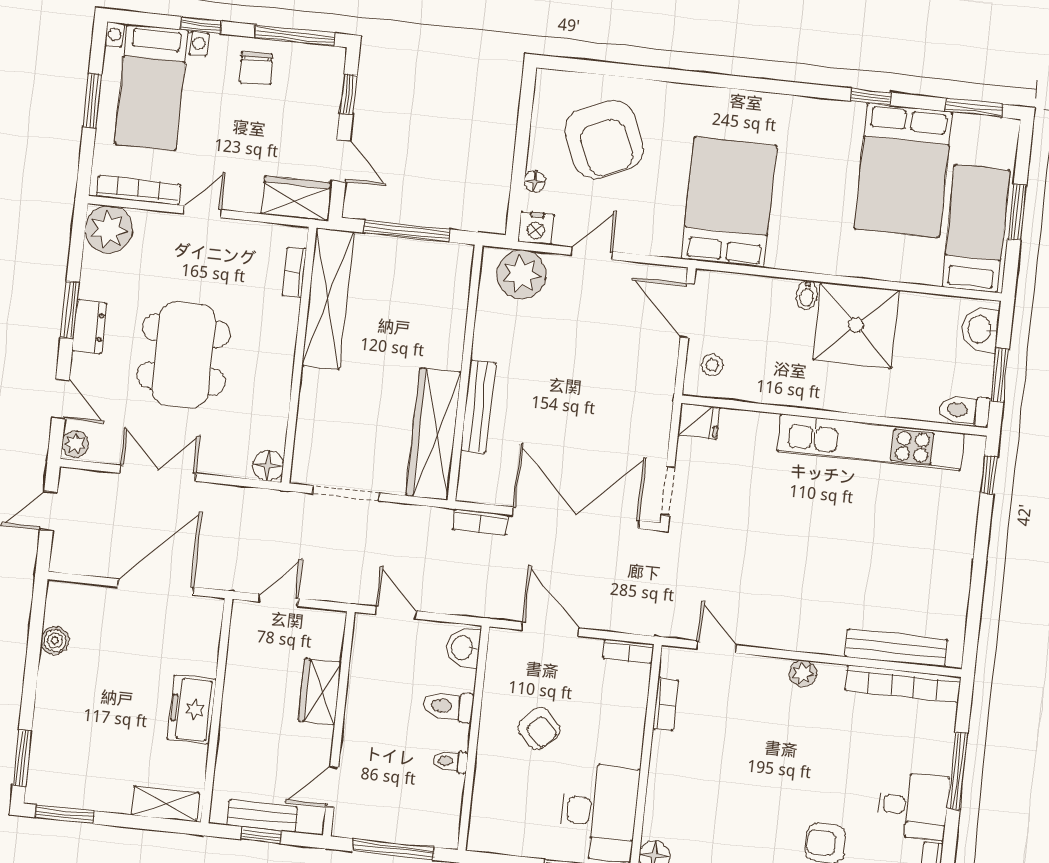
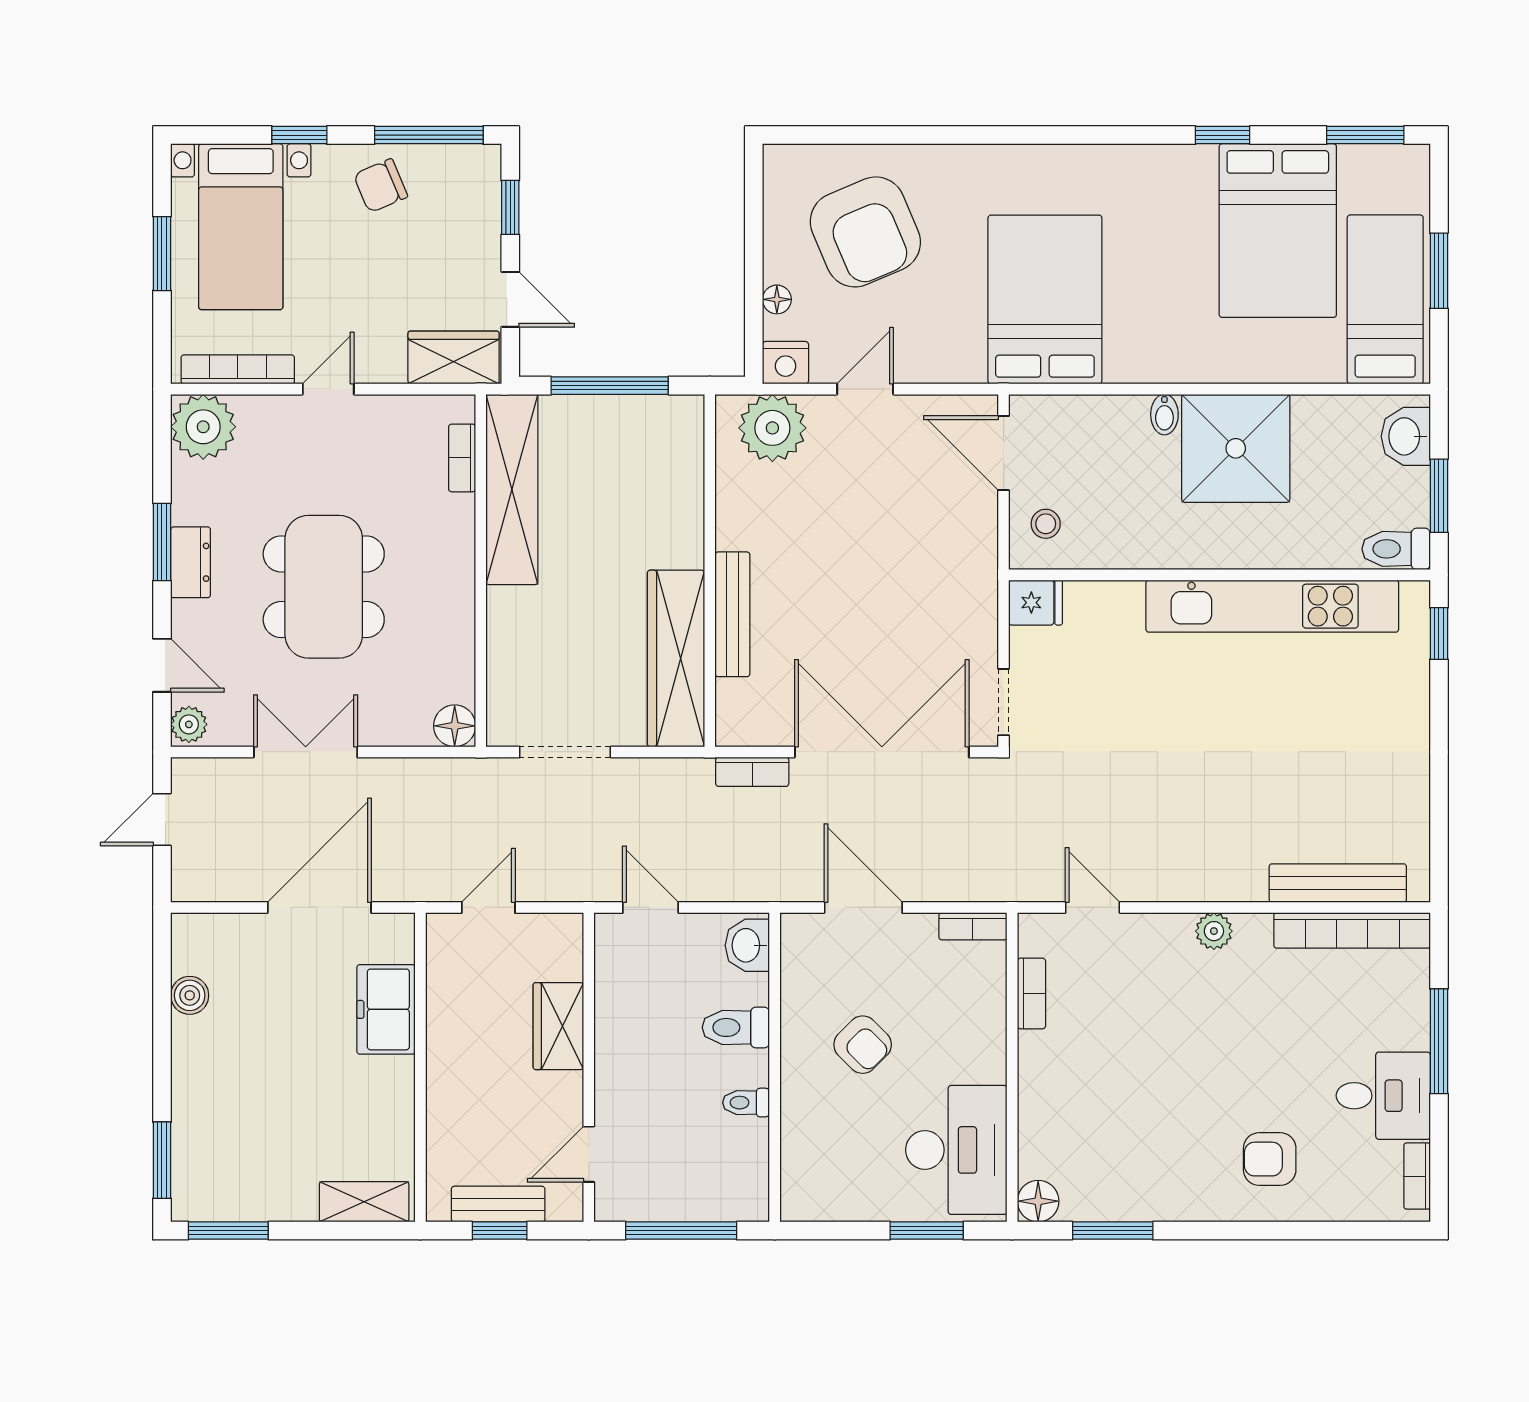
chair: (256, 68) -> (381, 186), turned 70
freezer: (192, 709) -> (386, 1009), moved

